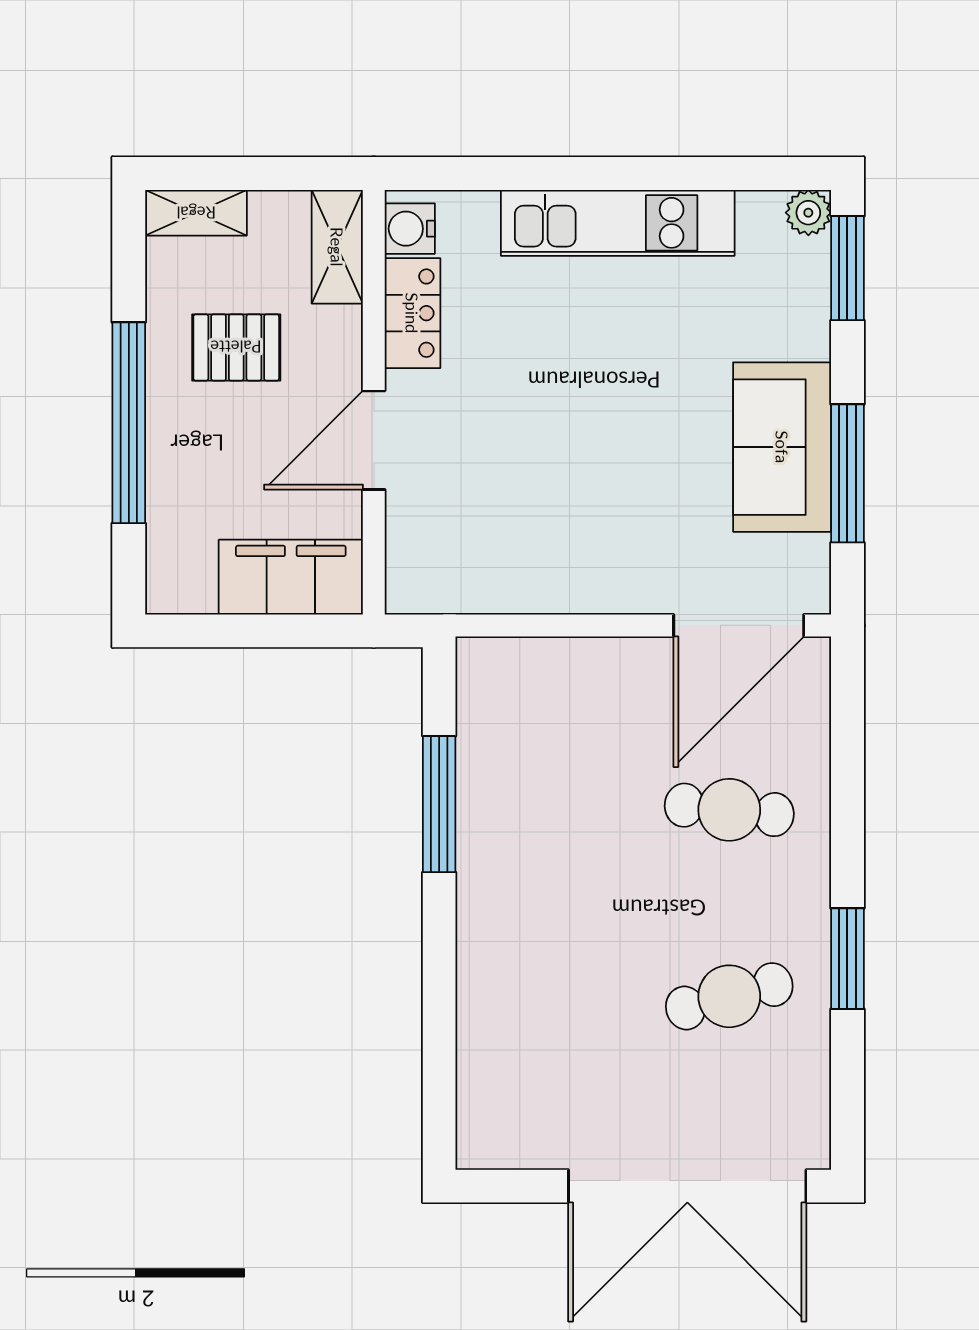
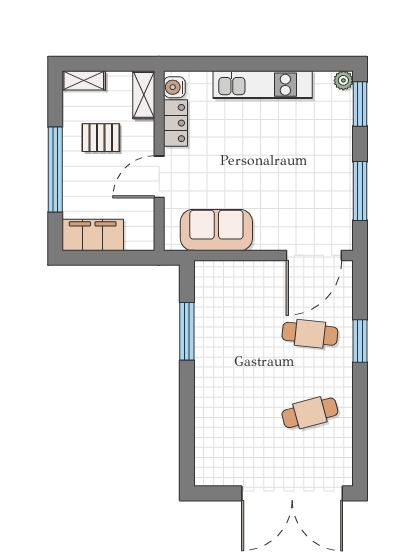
sofa: (782, 447) -> (216, 230), moved, turned 90
filing cabinet: (291, 577) -> (93, 235), moved
window: (847, 959) -> (360, 341), moved

